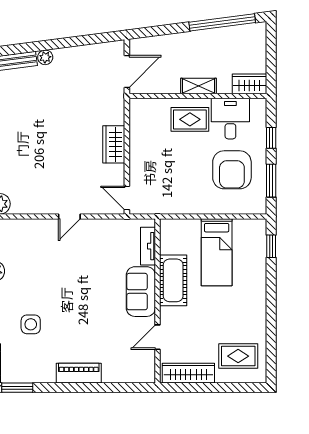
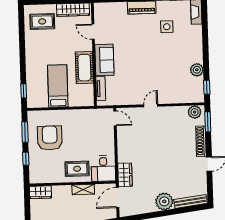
plant: (45, 57) -> (164, 201), width x1.87, depth x1.87
shelving: (198, 86) -> (83, 190), moved
desk: (230, 119) -> (103, 168), moved
wardrobe: (114, 144) -> (125, 175), moved
side table: (31, 324) -> (167, 27), moved
door: (157, 337) -> (93, 32), swing flipped

